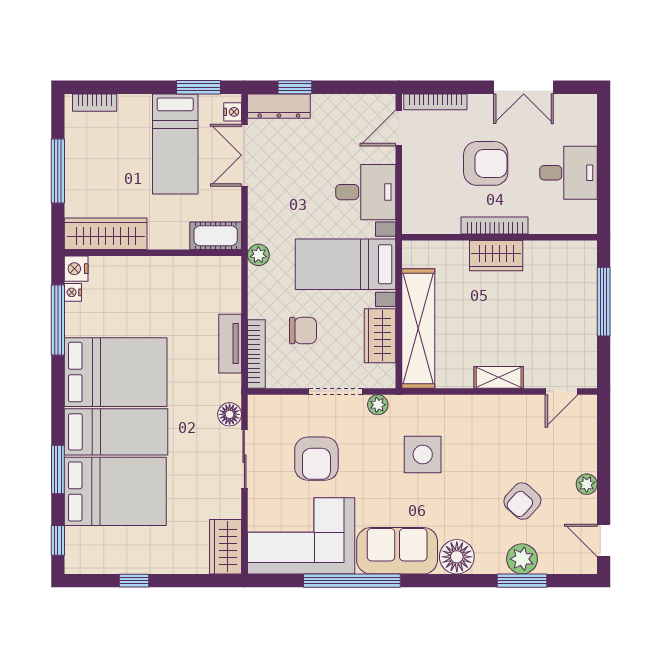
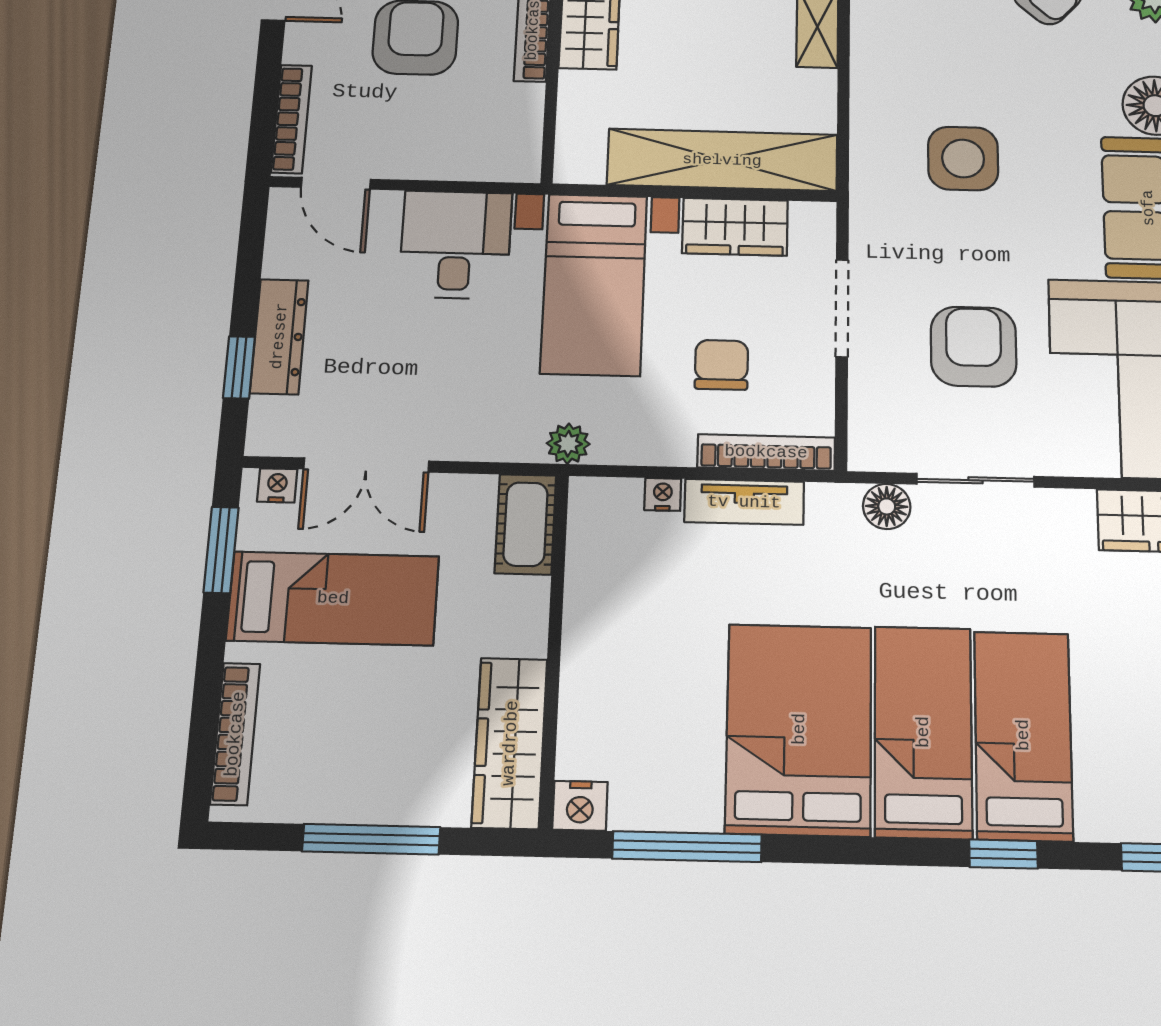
bookcase: (95, 103) -> (235, 734), width x1.56
dresser: (279, 106) -> (279, 336), moved
nightstand: (73, 292) -> (663, 494), moved, turned 180
plant: (378, 405) -> (868, 234), removed
armchair: (316, 459) -> (974, 347), turned -90
window: (58, 470) -> (1003, 854), width x0.67
bed: (115, 491) -> (1023, 735), width x0.67

